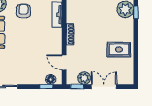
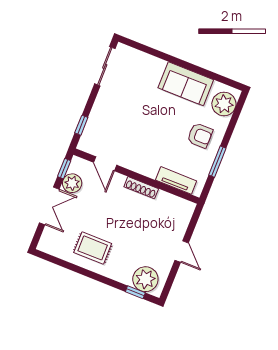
rug: (119, 49) -> (93, 248), turned 90
door: (64, 62) -> (105, 164), swing flipped
floor lamp: (51, 79) -> (89, 135), removed

